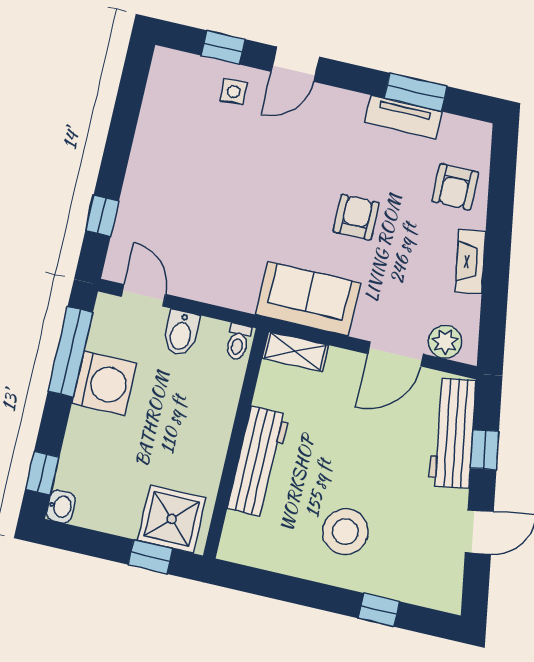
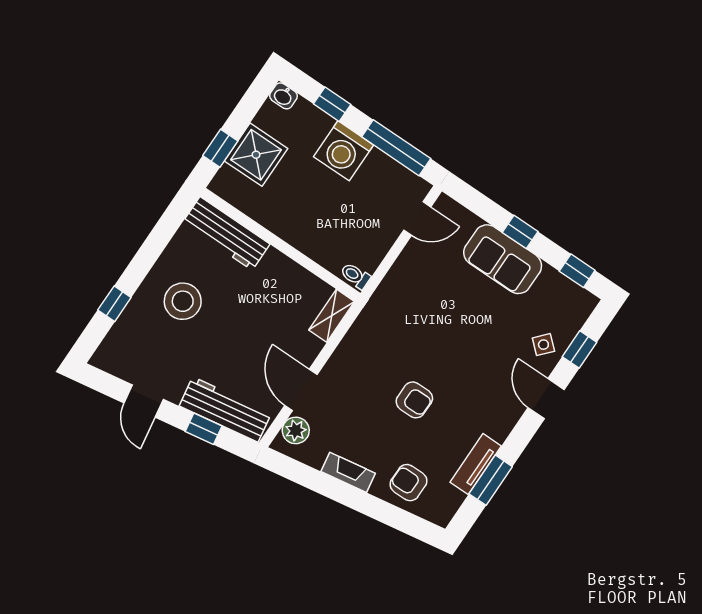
window: (132, 86) -> (577, 271), added
side table: (234, 92) -> (543, 345), turned 45
window: (102, 216) -> (520, 232), moved
sofa: (308, 299) -> (503, 259), moved, turned 90
bidet: (181, 333) -> (378, 236), removed
washing machine: (104, 383) -> (344, 151), moved
workbench: (258, 462) -> (226, 233), moved
window: (42, 473) -> (332, 104), moved
shower: (172, 519) -> (256, 155), moved

